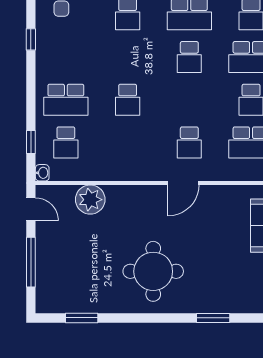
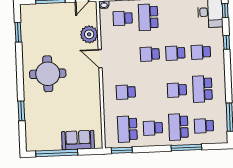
school desk: (128, 57) -> (175, 53), added
door: (183, 183) -> (100, 59), moved

